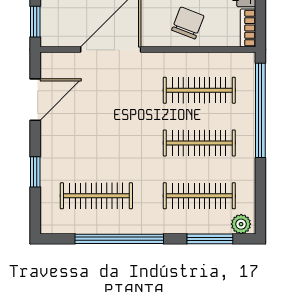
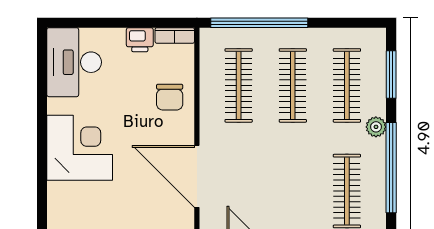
chair: (188, 23) -> (170, 97), turned -111
plant: (241, 224) -> (376, 127), moved

